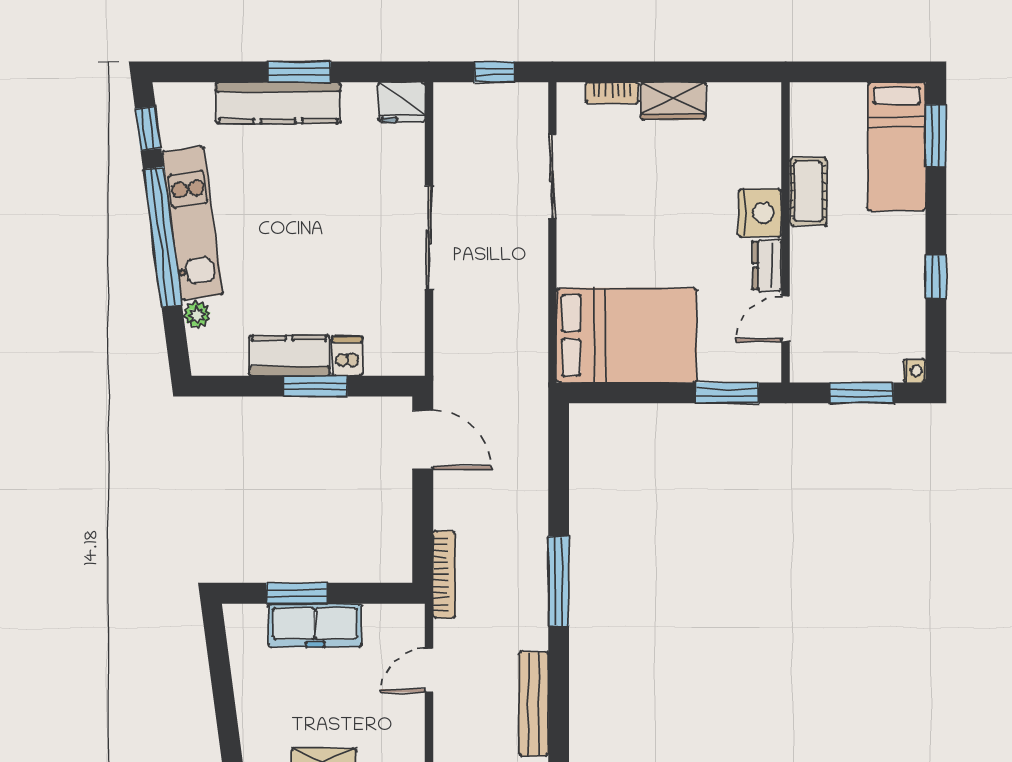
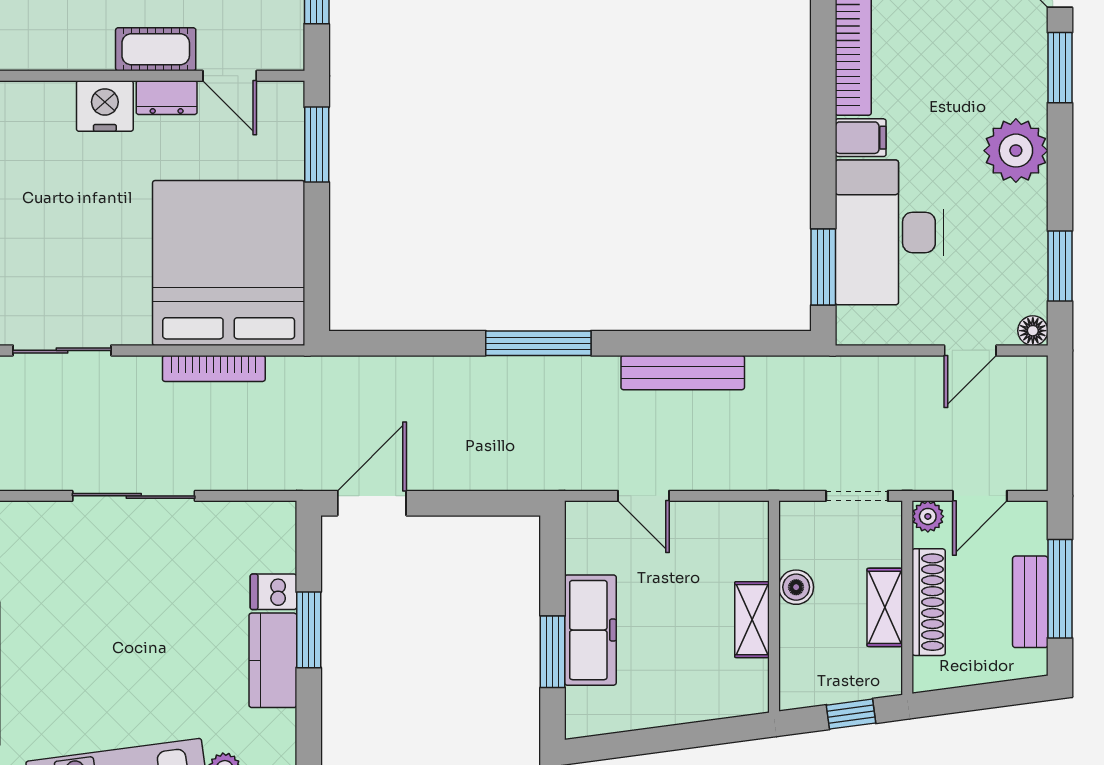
cot: (808, 191) -> (156, 49), moved
bed: (627, 335) -> (229, 263), width x1.36
bookcase: (444, 575) -> (214, 368), moved, turned 180

